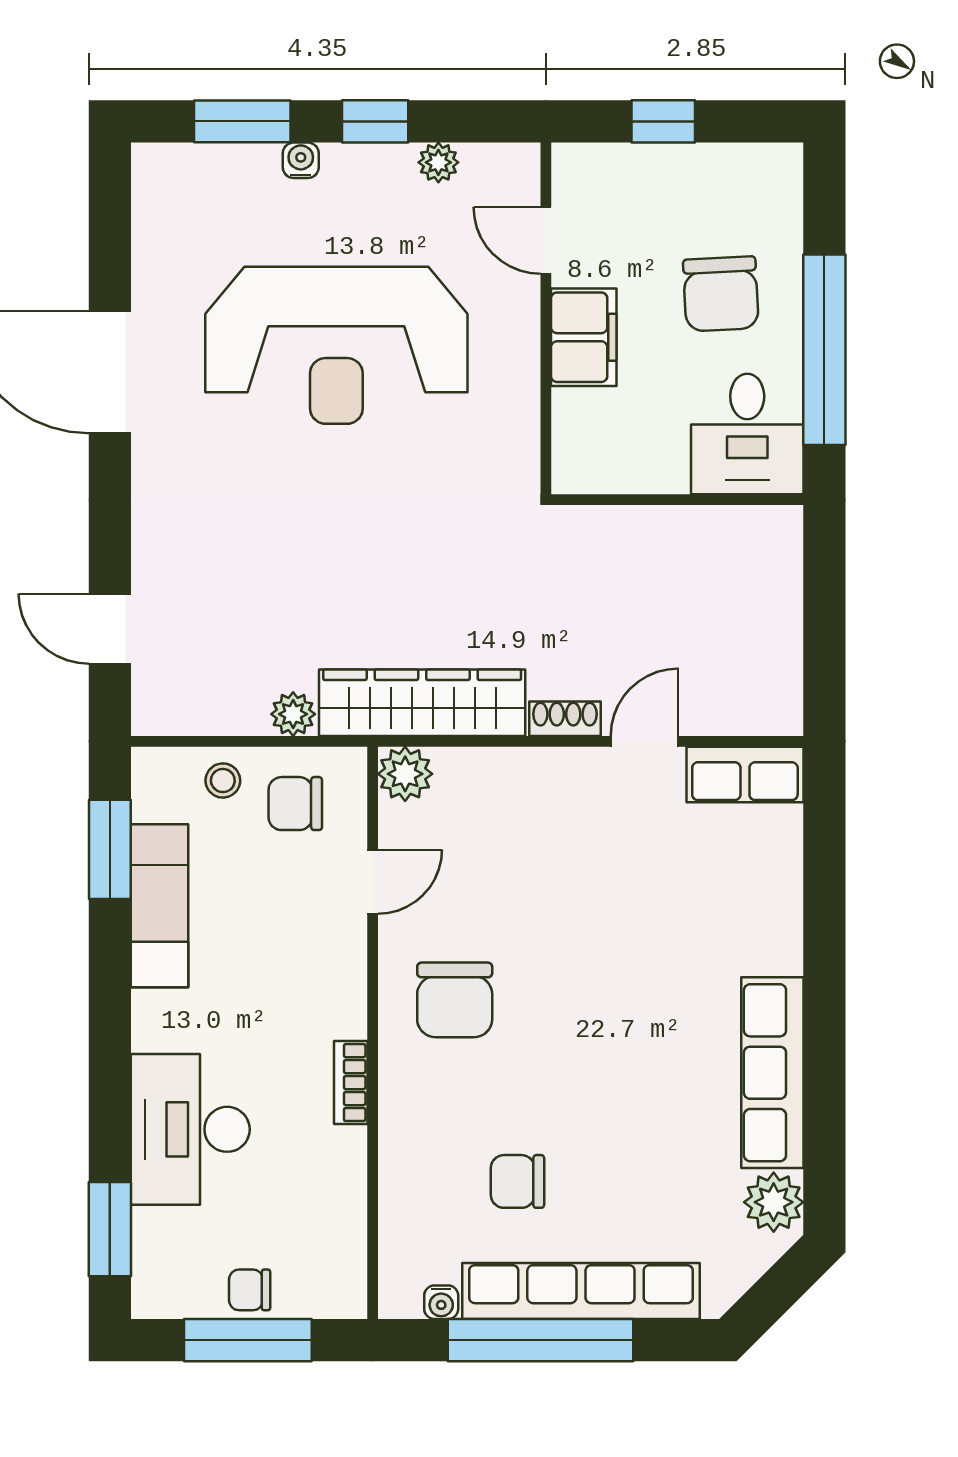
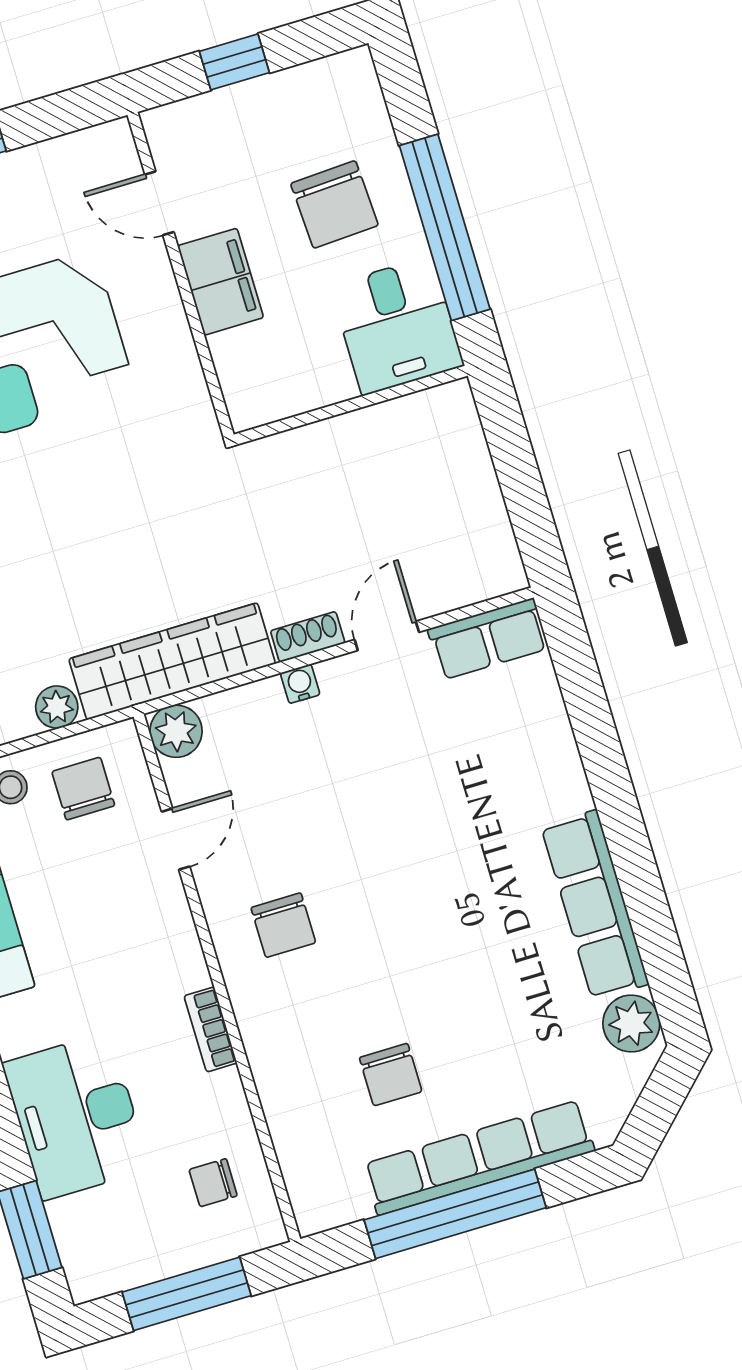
plant: (438, 162) -> (39, 161), removed
chair: (295, 804) -> (83, 789), turned 90
chair: (455, 1000) -> (283, 925), width x0.73, depth x0.73
chair: (518, 1181) -> (391, 1075), turned -90
chair: (250, 1290) -> (213, 1183), moved
water cooler: (441, 1302) -> (300, 684), moved, turned 180

